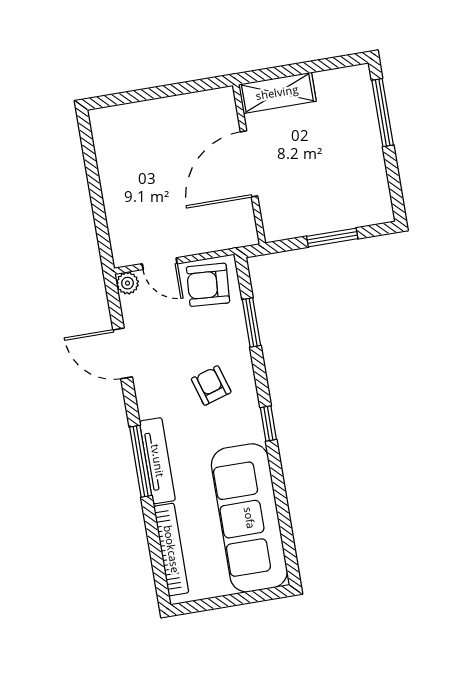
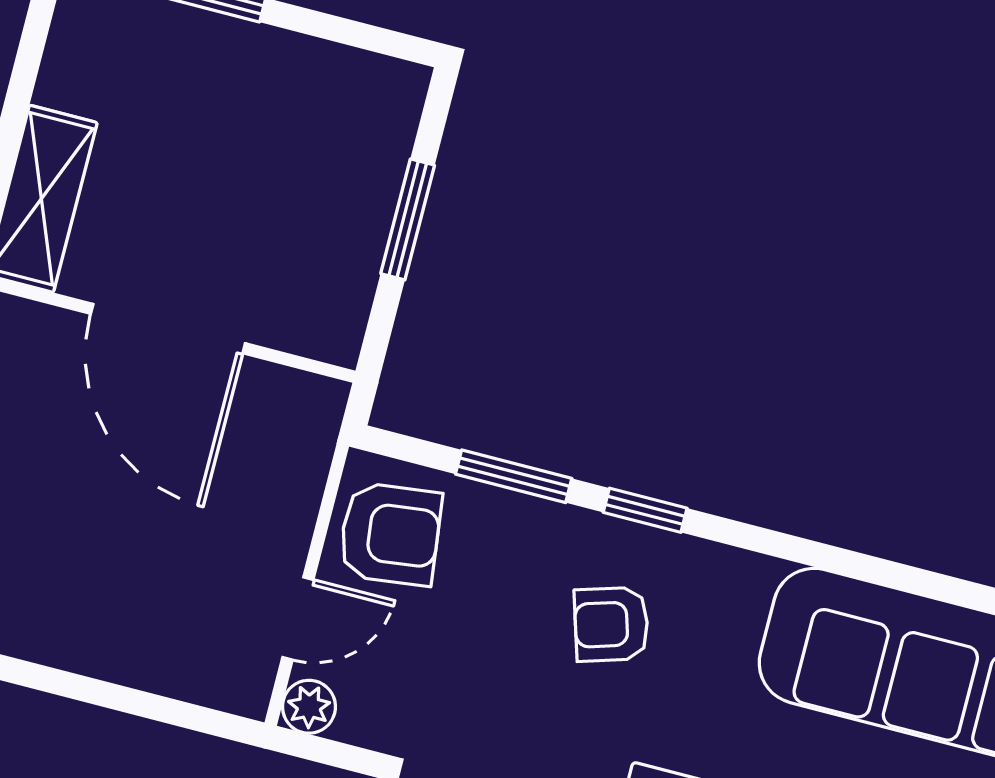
armchair: (208, 285) -> (390, 534), turned -101
window: (268, 423) -> (645, 510), moved

